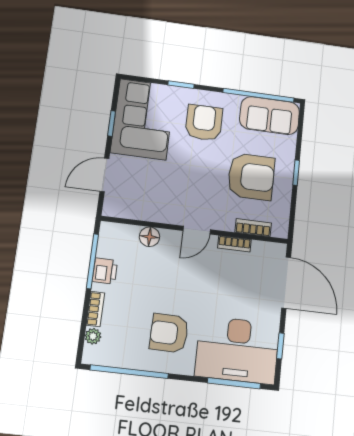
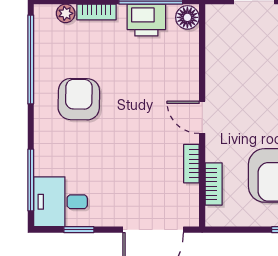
floor lamp: (149, 237) -> (187, 17), moved
printer: (105, 271) -> (146, 20), width x1.36, depth x1.24
desk: (237, 350) -> (61, 202), width x0.53, depth x0.77

